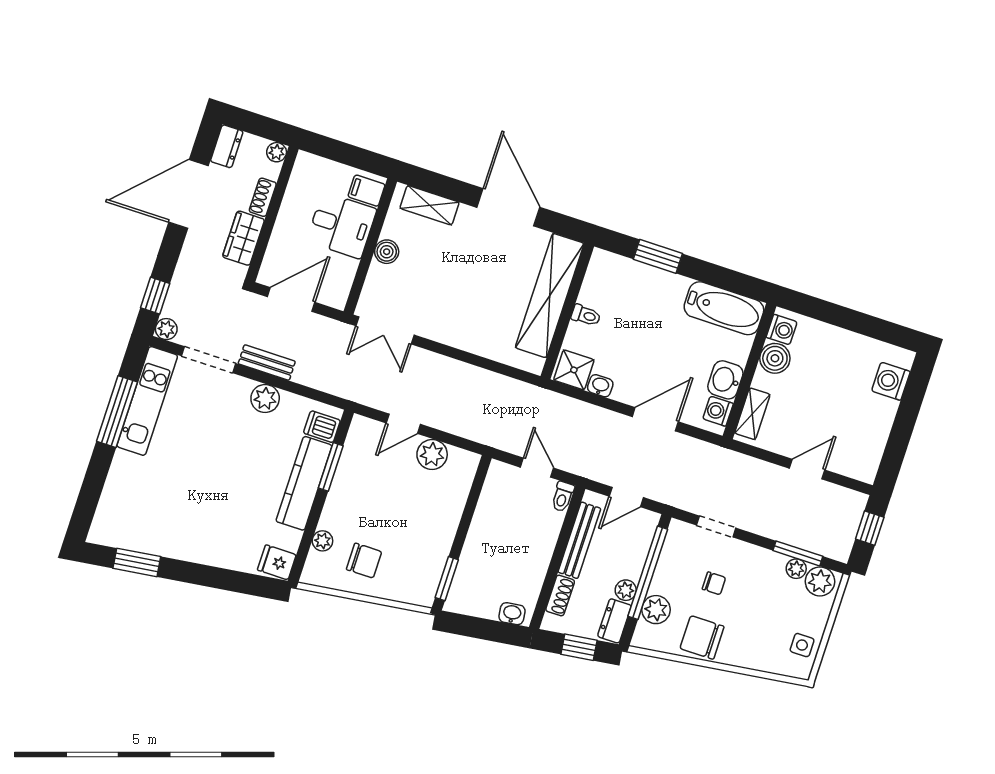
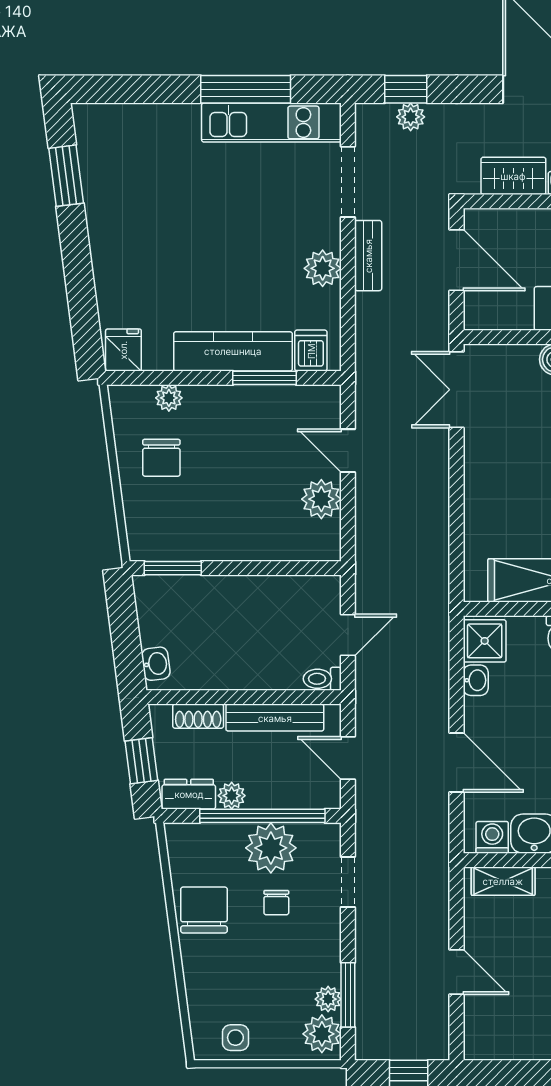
plant: (166, 329) -> (411, 117), moved
plant: (656, 610) -> (271, 848), moved, width x1.36, depth x1.36

